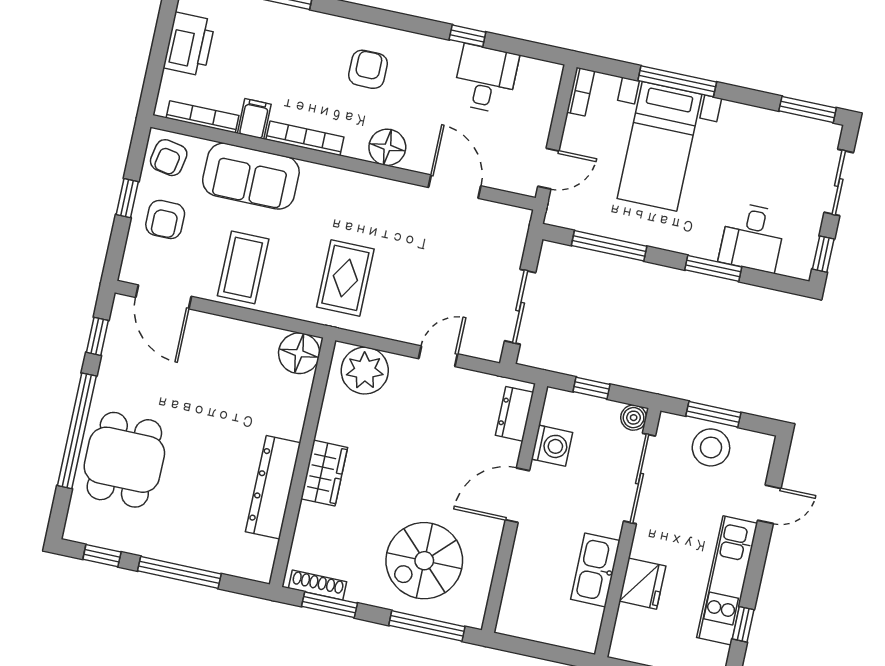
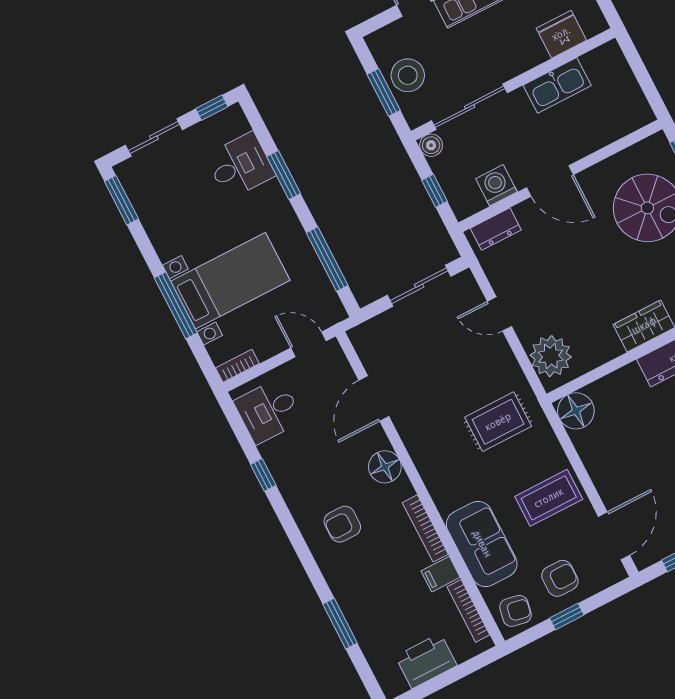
desk: (486, 79) -> (268, 411), moved
fridge: (642, 584) -> (561, 34), moved

